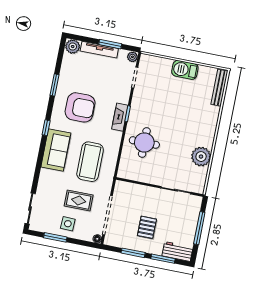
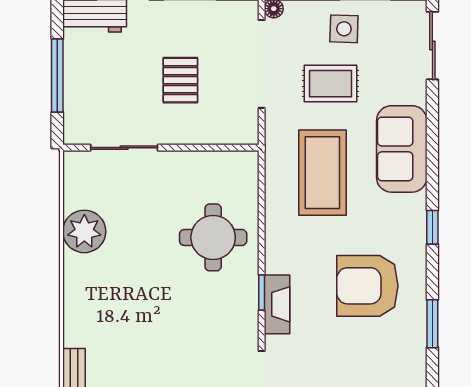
fireplace: (120, 117) -> (277, 304), moved
sofa: (56, 150) -> (402, 149), moved
pallet: (147, 227) -> (180, 80), moved

